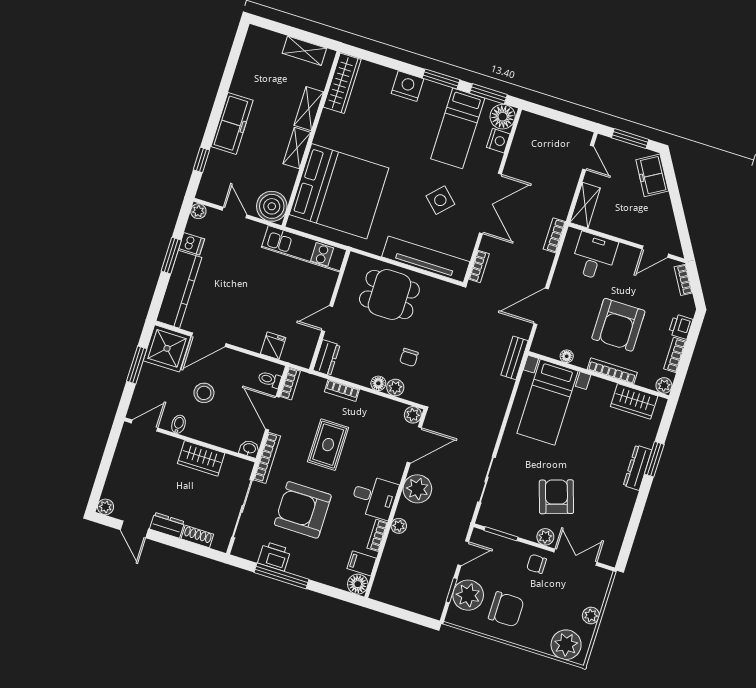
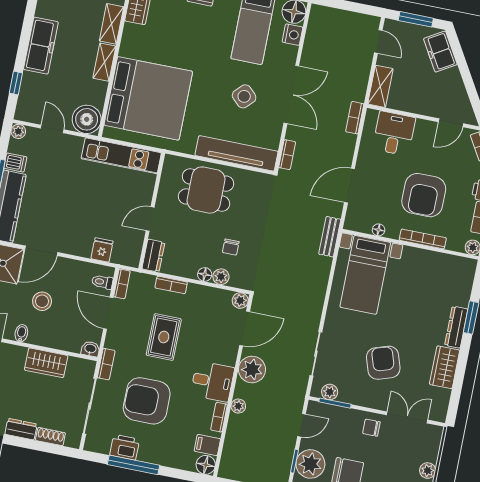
wardrobe: (634, 401) -> (445, 367), moved, turned 90
bookcase: (267, 458) -> (106, 364), width x0.64
plant: (545, 537) -> (330, 392), moved

